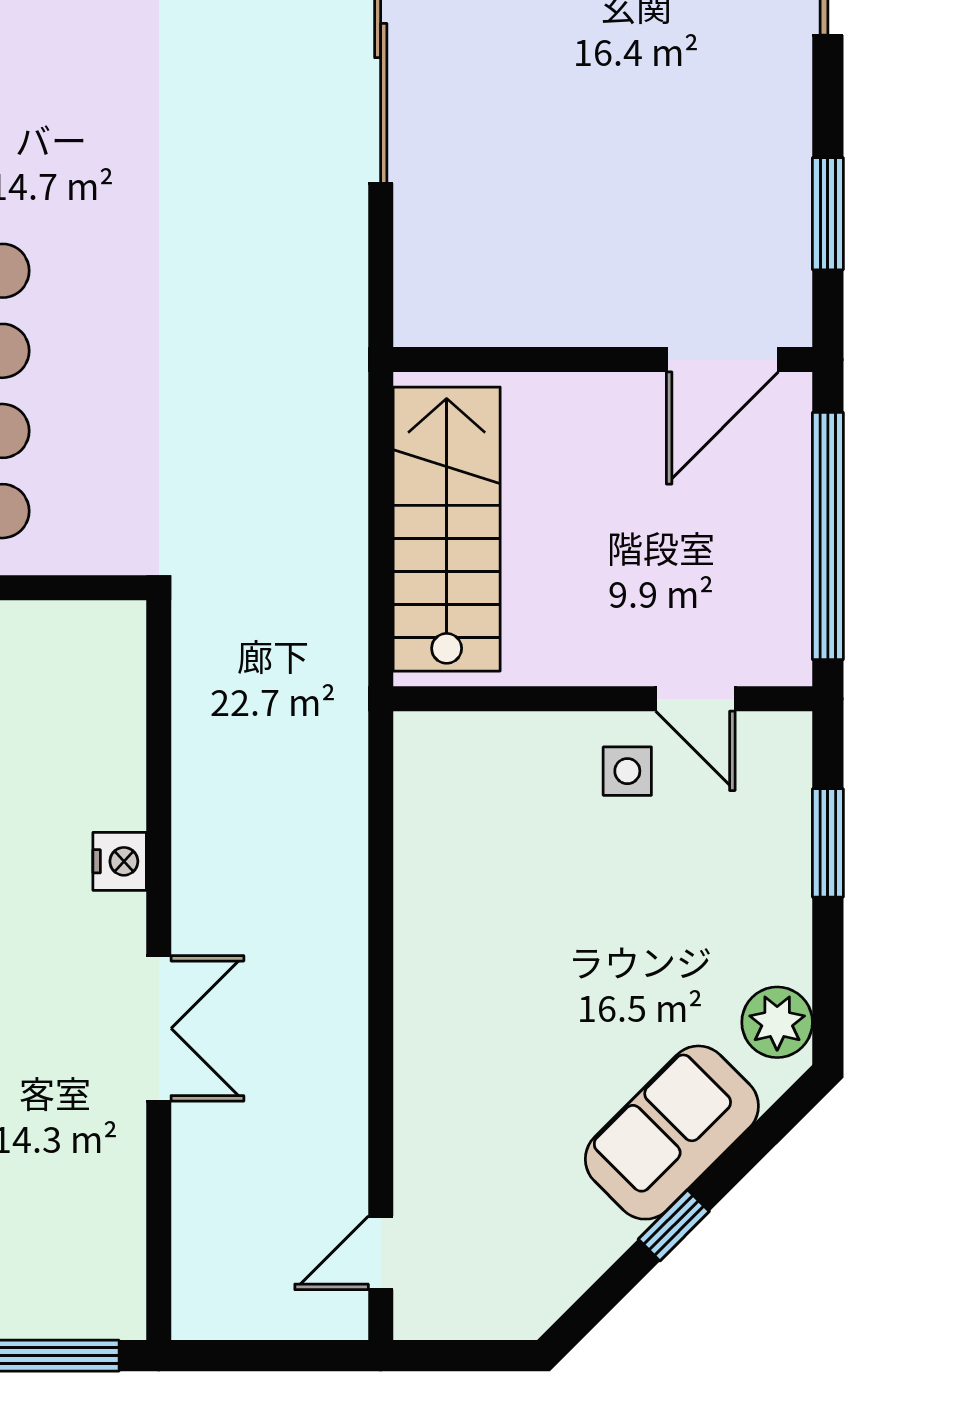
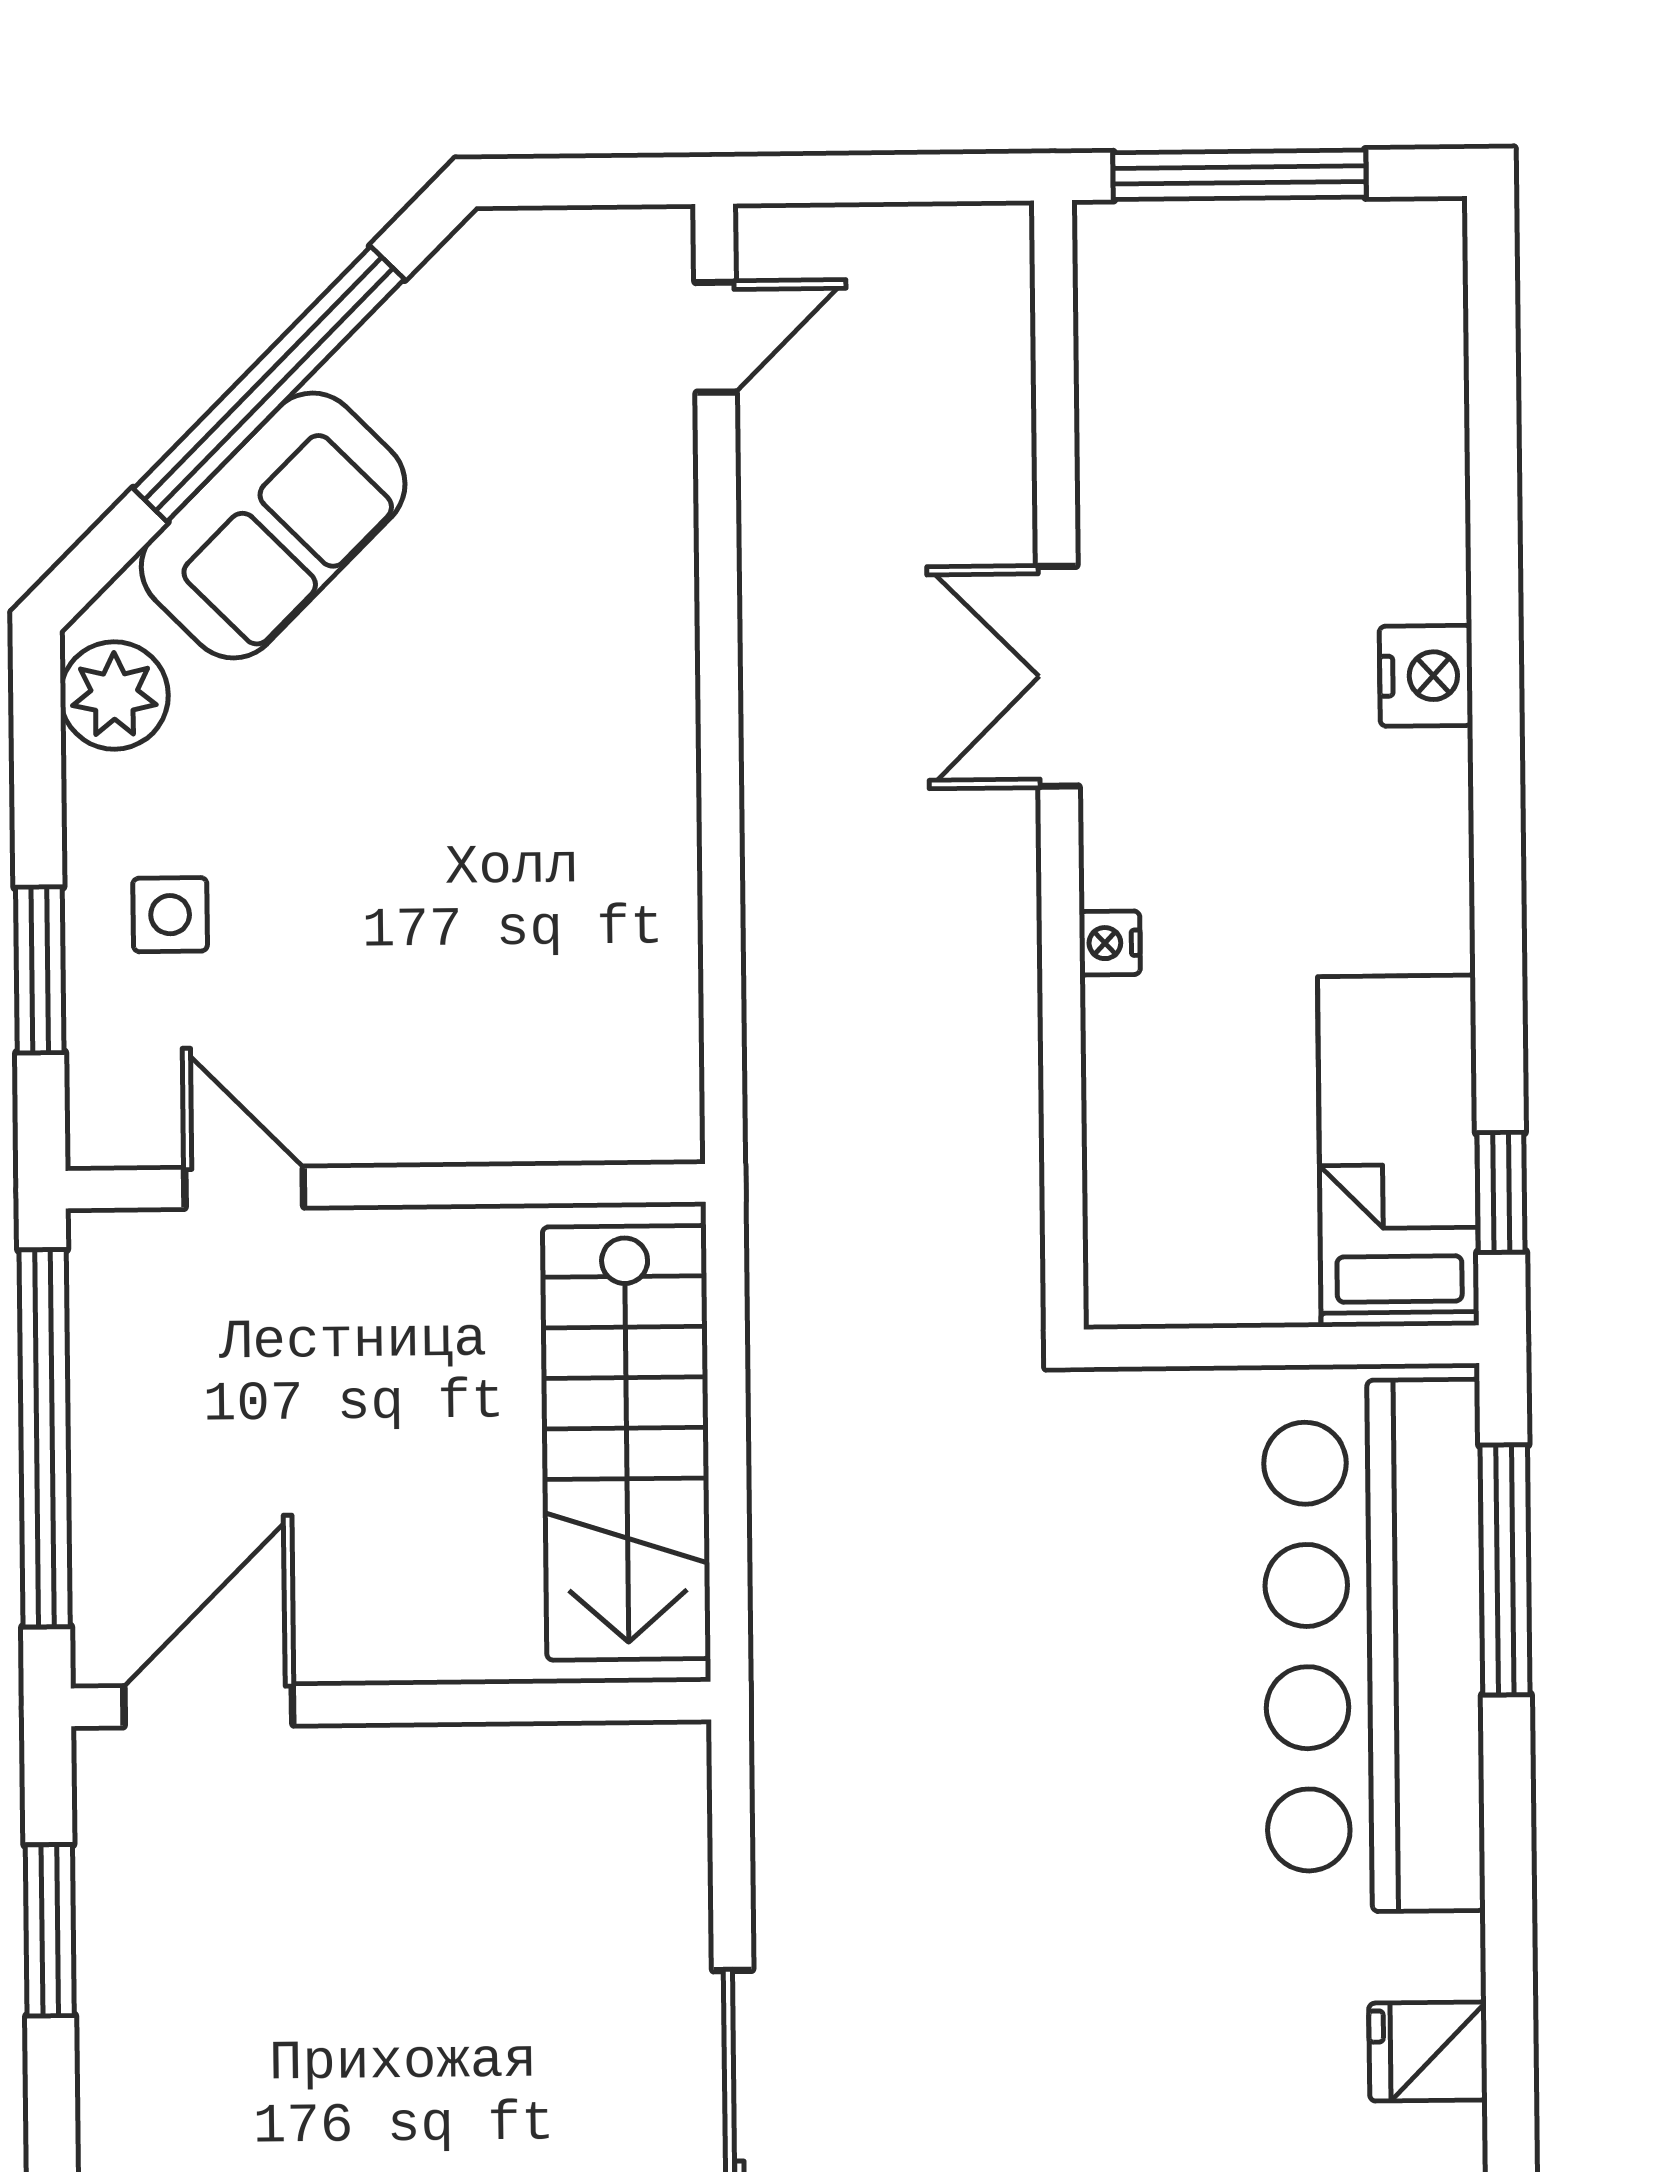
side table: (627, 771) -> (170, 915), moved
nightstand: (120, 861) -> (1110, 943), width x0.72, depth x0.74
window: (674, 1225) -> (269, 384), width x3.17

